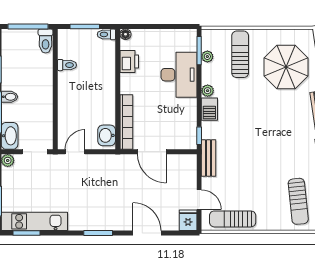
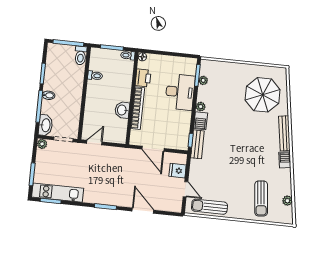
sun lounger: (240, 54) -> (229, 81), removed
bookcase: (126, 122) -> (138, 108), moved
washbasin: (107, 135) -> (122, 110), moved
bench: (208, 158) -> (197, 144), moved
fridge: (188, 220) -> (178, 171), moved, turned -90

